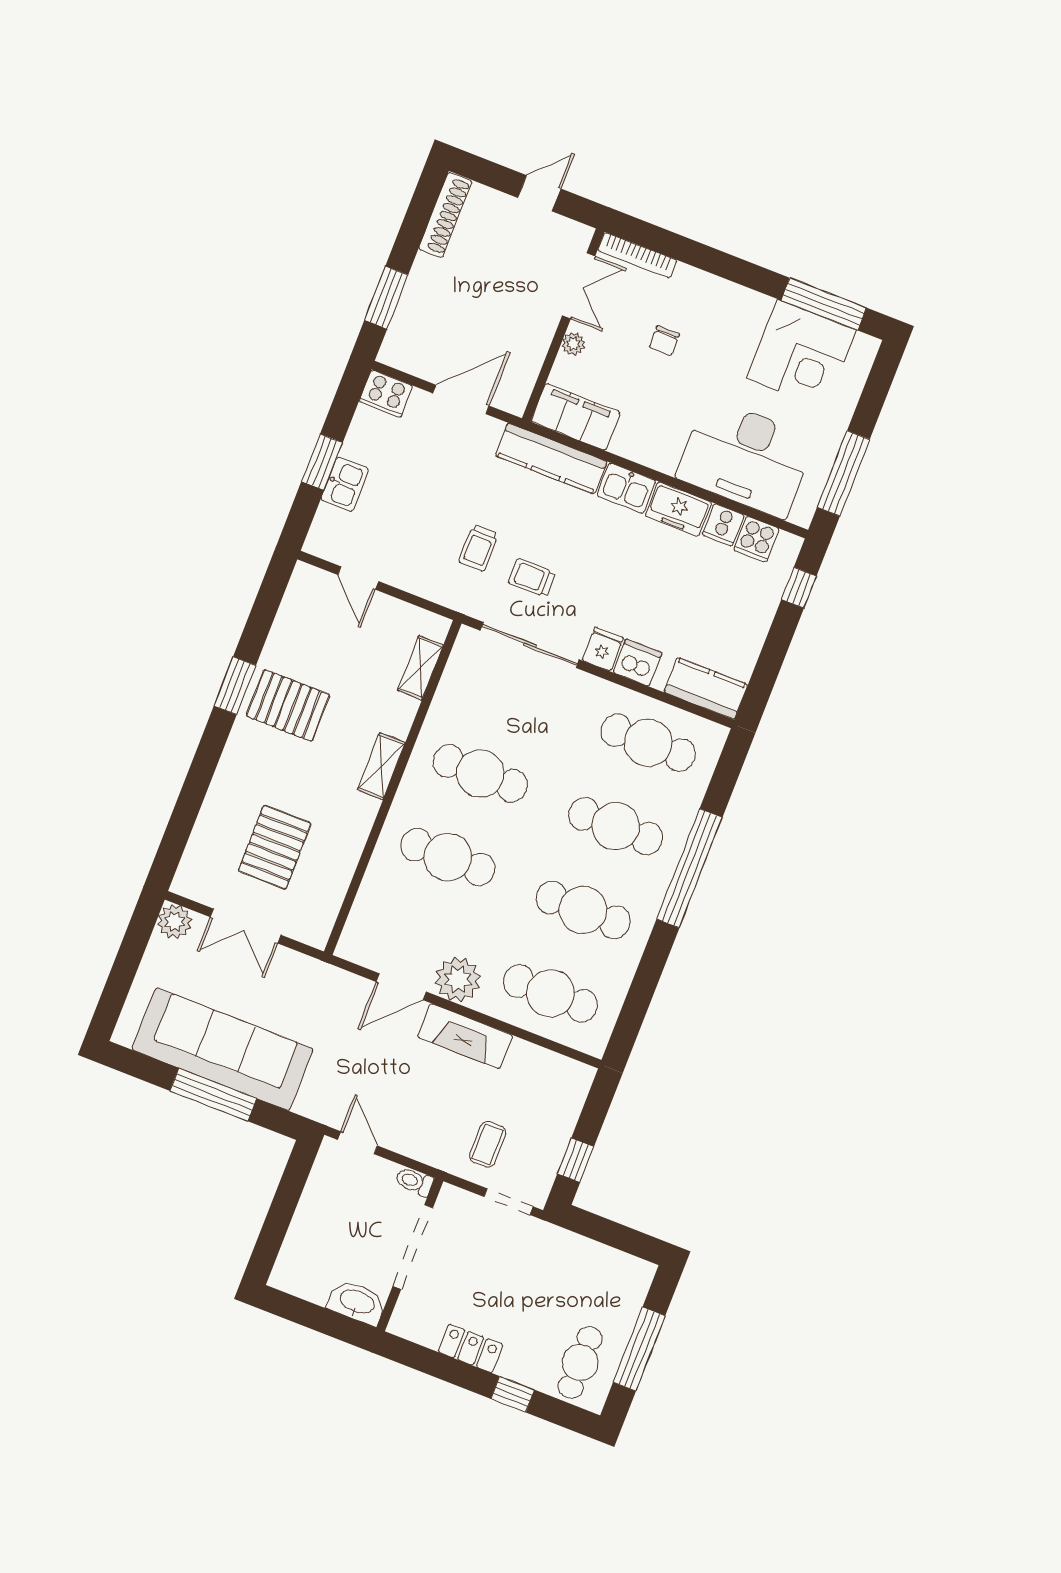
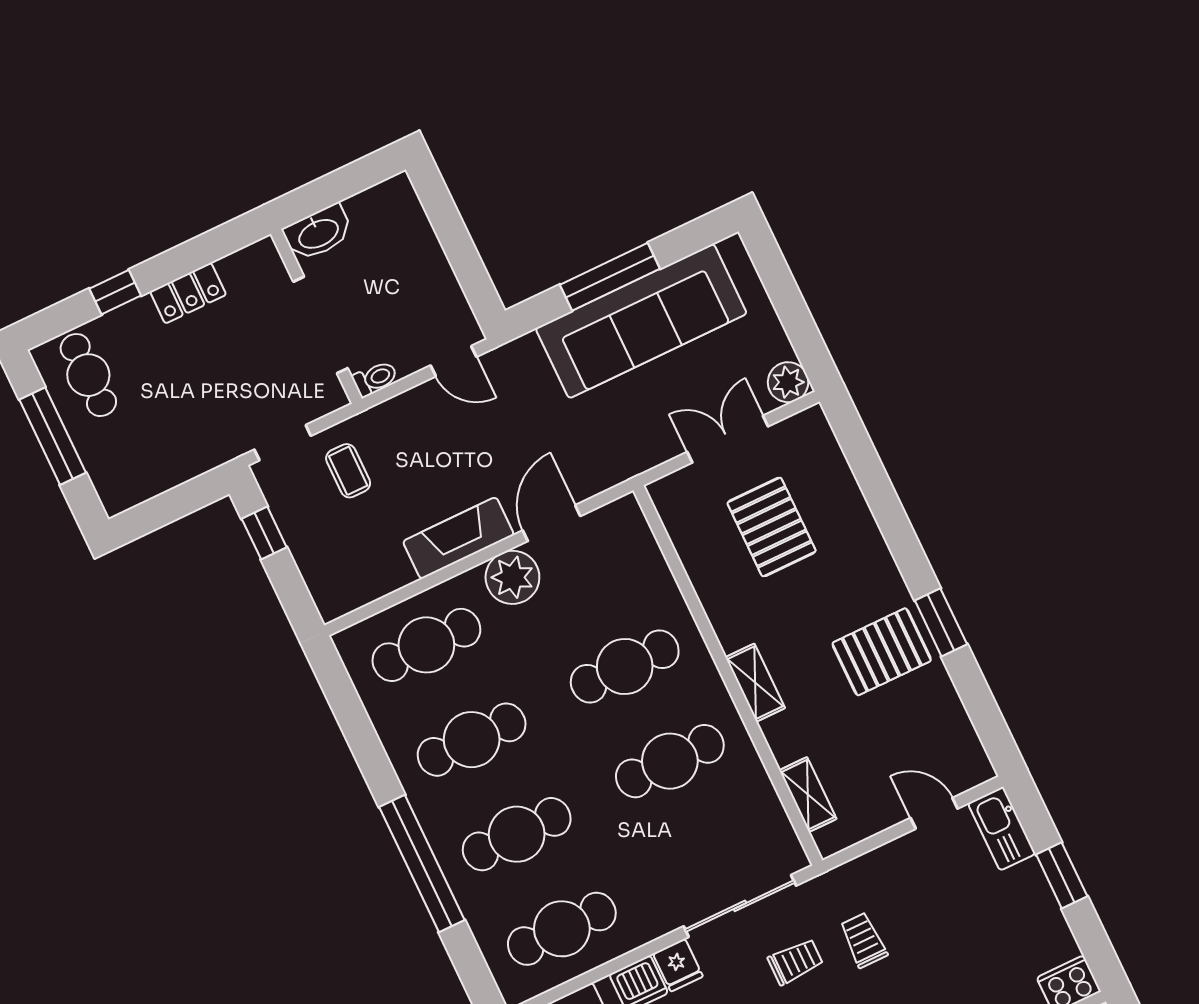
kitchen sink: (345, 484) -> (1002, 829), moved, width x1.38

